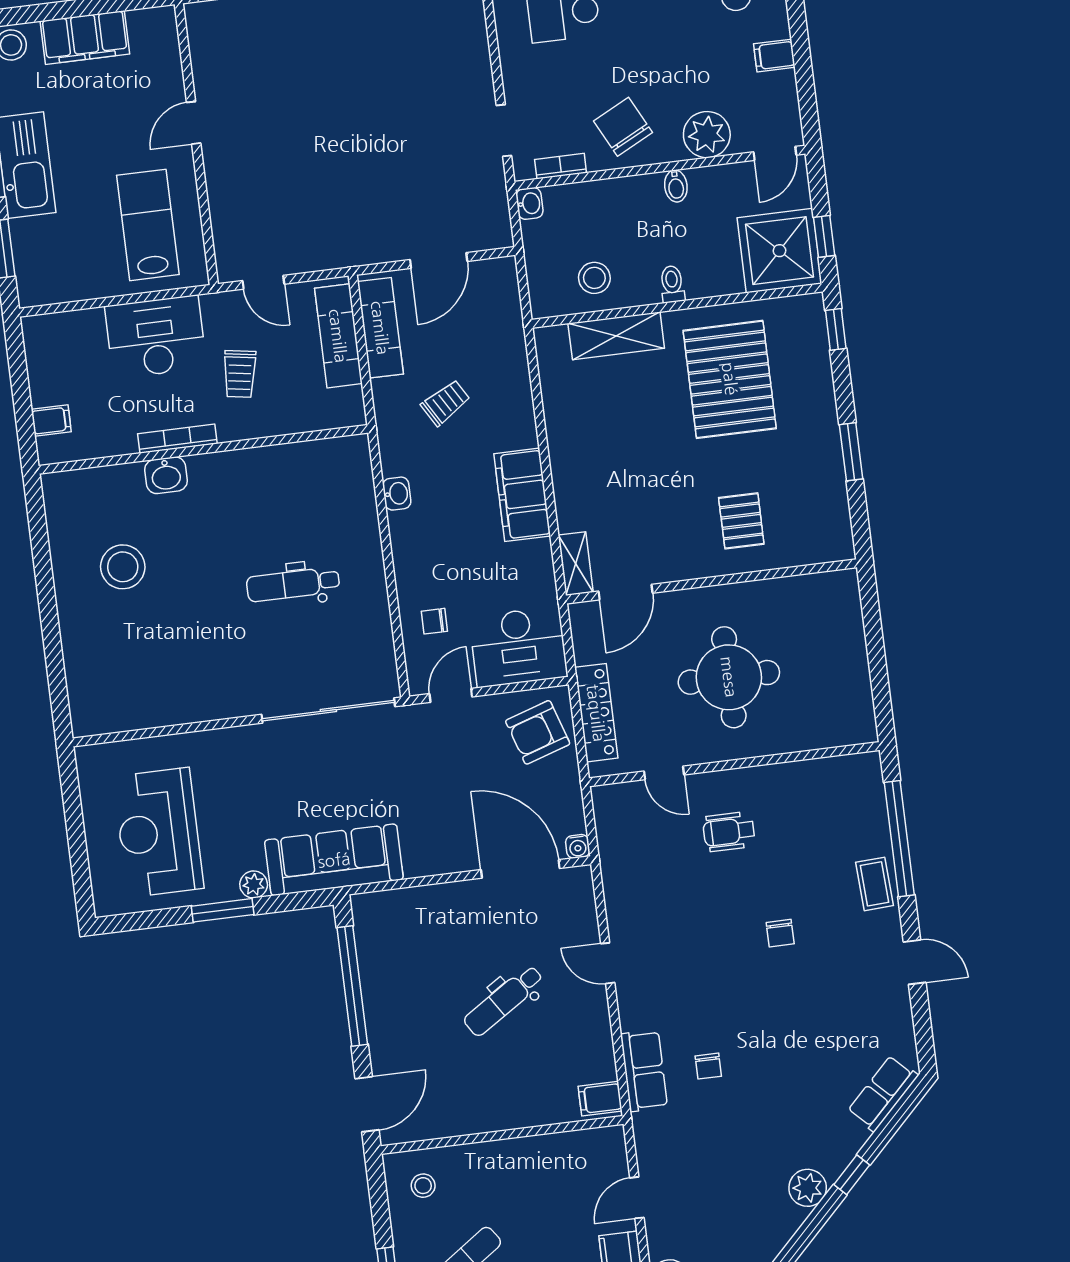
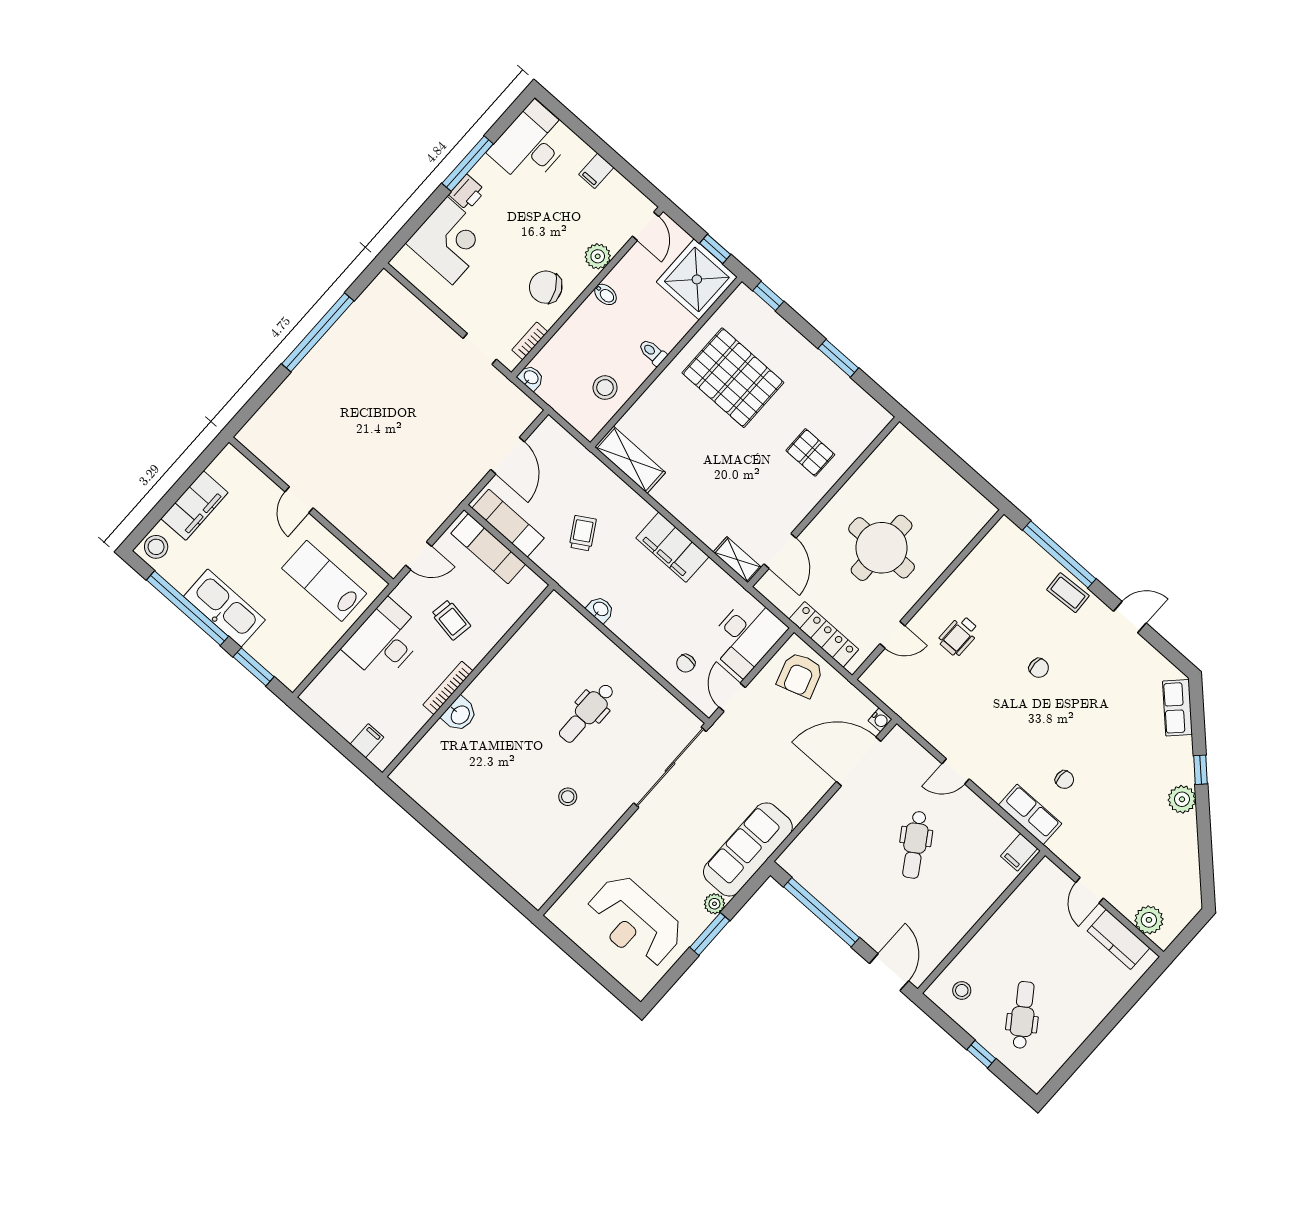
plant: (707, 135) -> (598, 256), width x0.73, depth x0.73
shelving: (616, 336) -> (630, 460), moved, turned 90
stool: (123, 567) -> (568, 797), moved, width x0.53, depth x0.53

